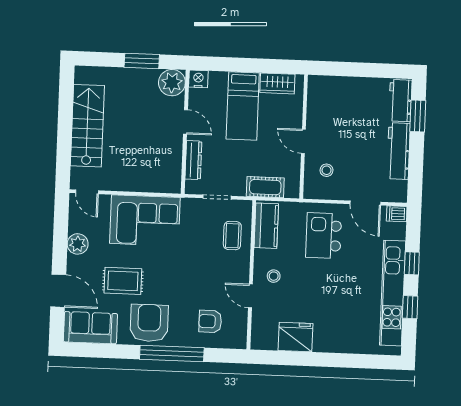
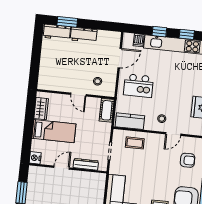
plant: (172, 83) -> (36, 175), removed
door: (303, 141) -> (78, 95), hinge flipped
workbench: (399, 151) -> (84, 35), width x0.73
cot: (265, 187) -> (107, 110), moved
dishwasher: (397, 214) -> (139, 40), moved
armchair: (210, 321) -> (188, 160), turned -90

